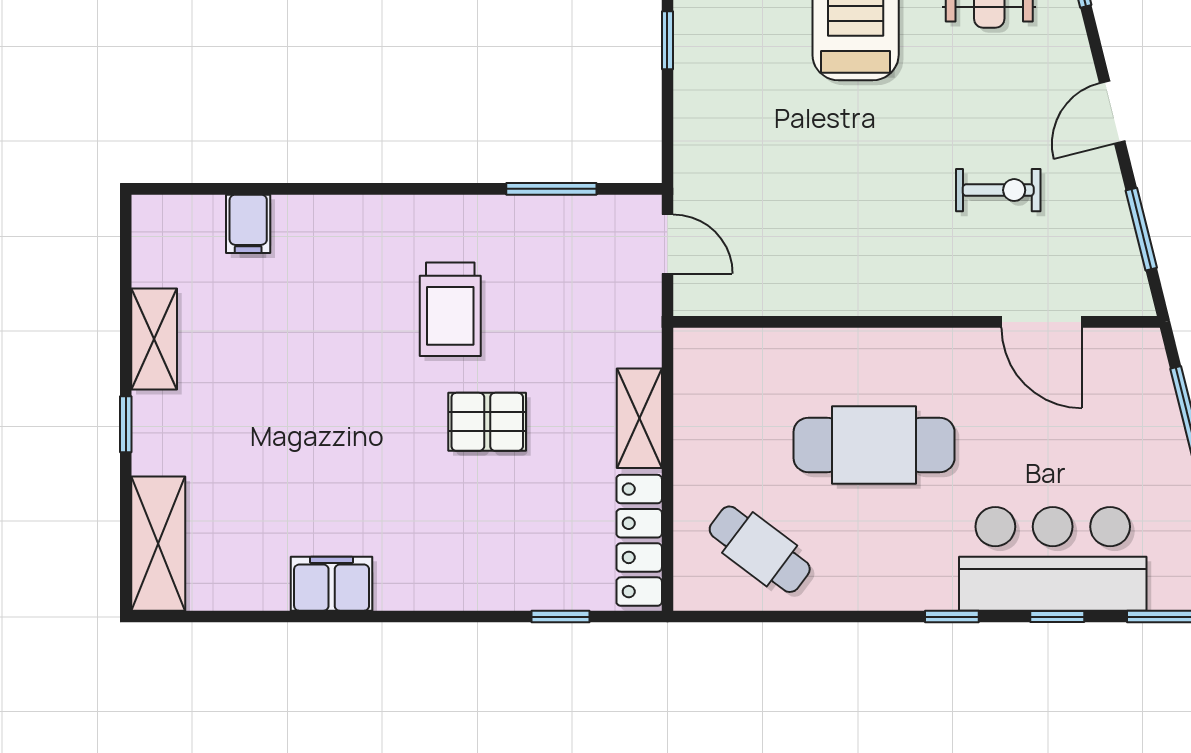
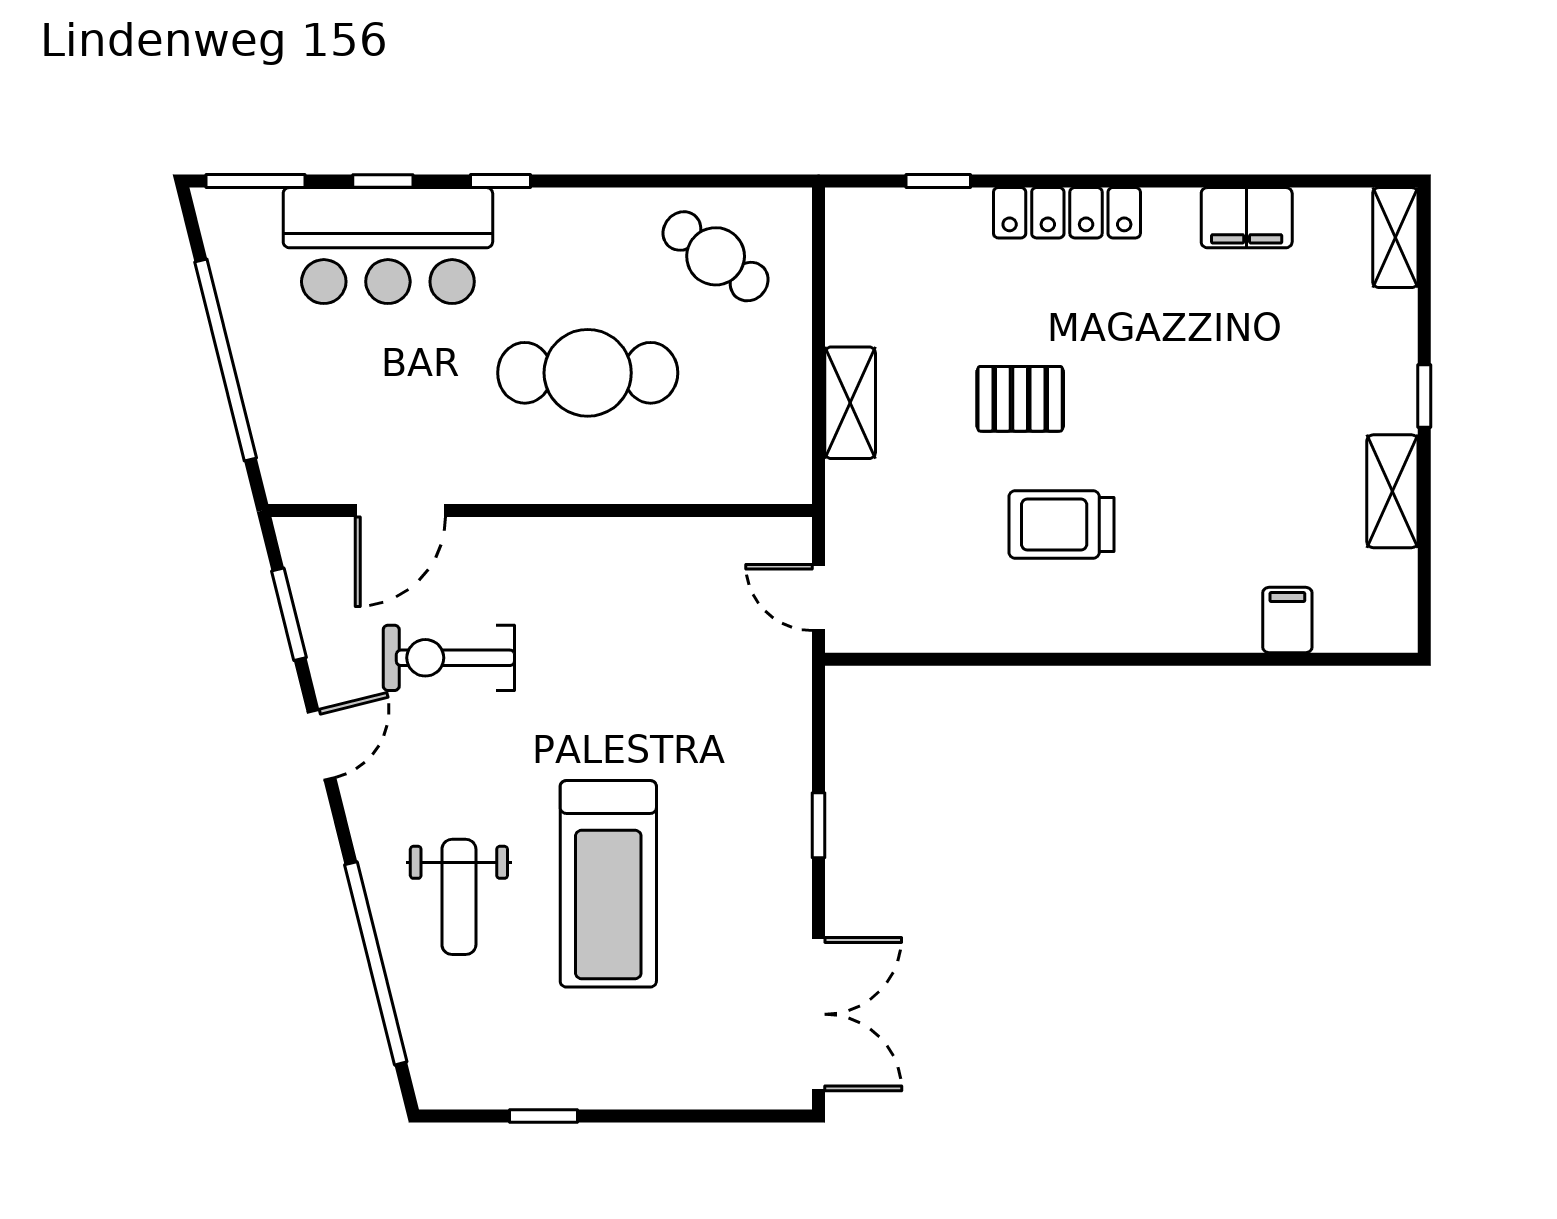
window: (551, 189) -> (948, 659), removed
exercise bike: (998, 190) -> (449, 658), width x1.38, depth x1.39
trolley: (450, 309) -> (1061, 525), turned -90
door: (1042, 322) -> (400, 510), swing flipped
locker: (639, 540) -> (1067, 213), moved, turned 90
shelving: (158, 544) -> (1395, 238), width x0.67, depth x0.75
filing cabinet: (332, 584) -> (1247, 218), moved

